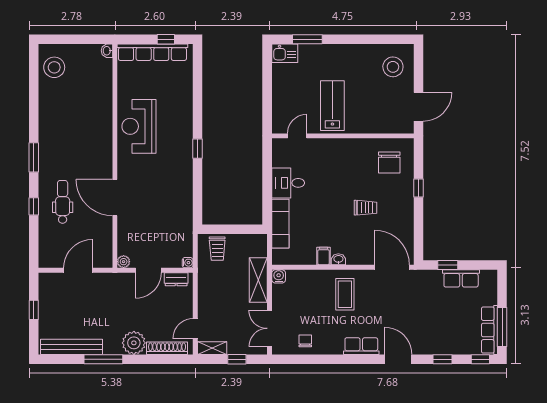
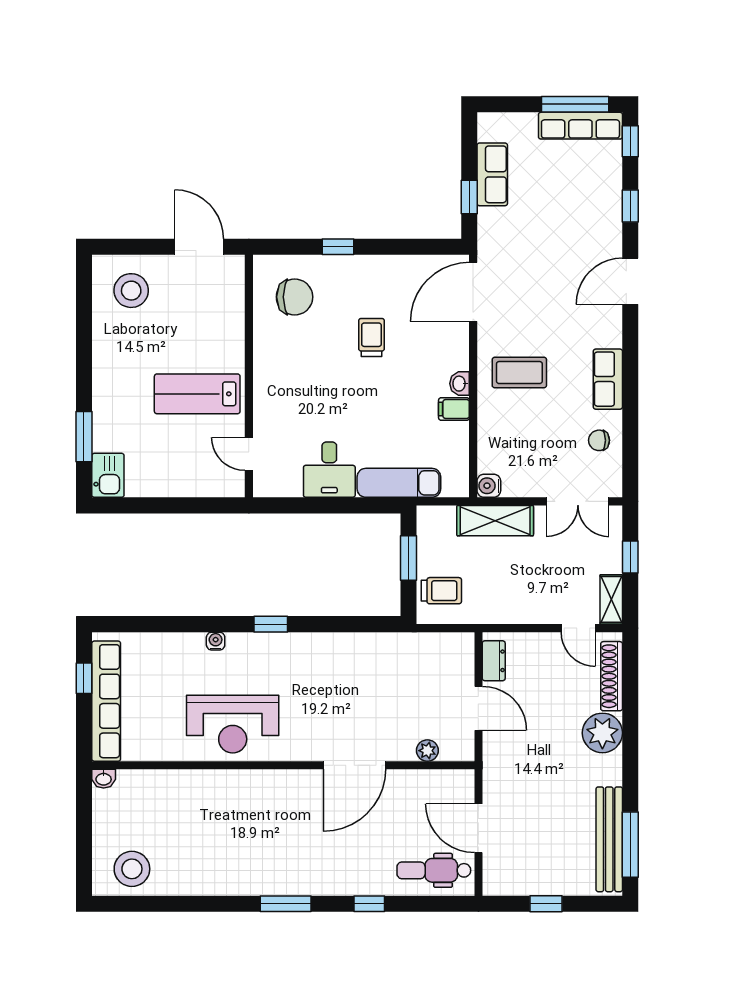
dental chair: (63, 202) -> (434, 870), moved
window: (236, 229) -> (409, 558), added
plant: (124, 262) -> (427, 751), moved
water cooler: (188, 263) -> (216, 641), moved
row of seats: (361, 346) -> (608, 379), moved
window: (103, 359) -> (630, 845), moved

